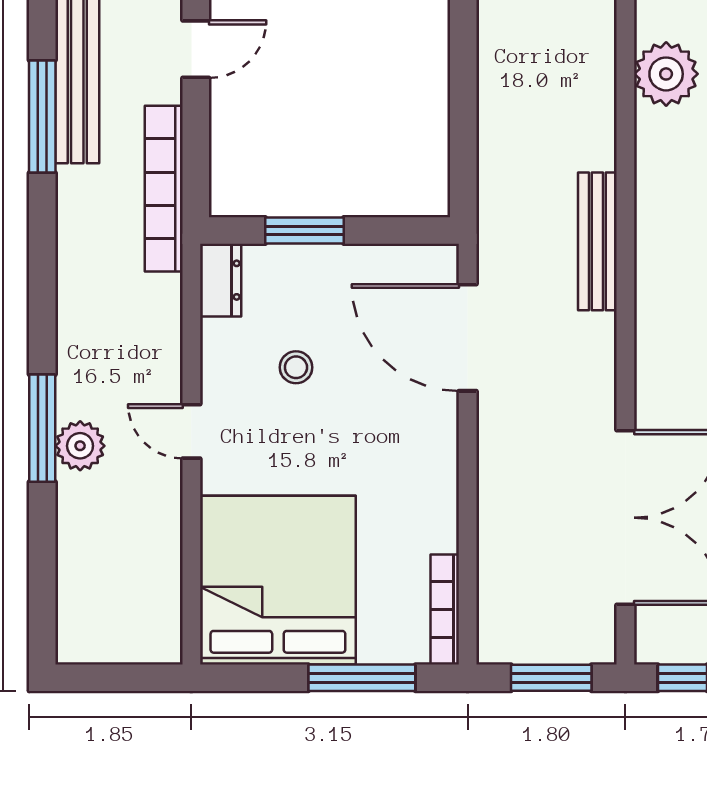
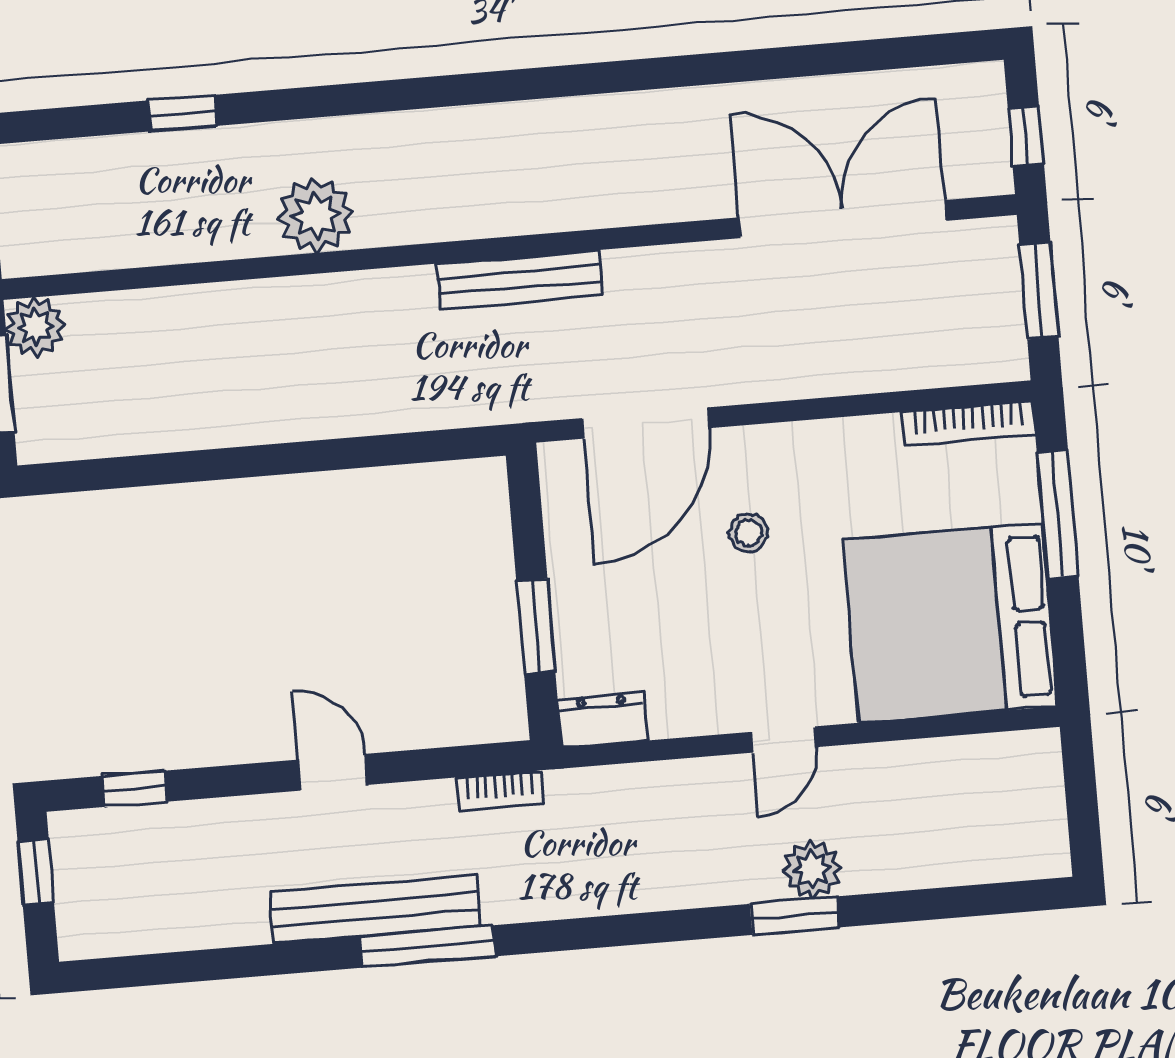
bookcase: (164, 189) -> (500, 791), width x0.43, depth x0.76
stool: (296, 367) -> (749, 533), moved
window: (42, 428) -> (795, 916), width x0.69

